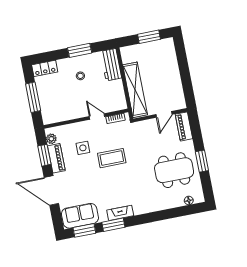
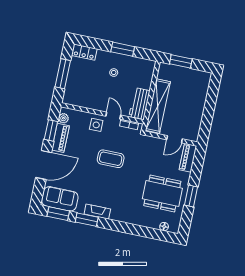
window: (149, 37) -> (181, 61), moved
workbench: (111, 65) -> (139, 104), moved
side table: (83, 148) -> (96, 125), moved
door: (51, 190) -> (44, 165), swing flipped

